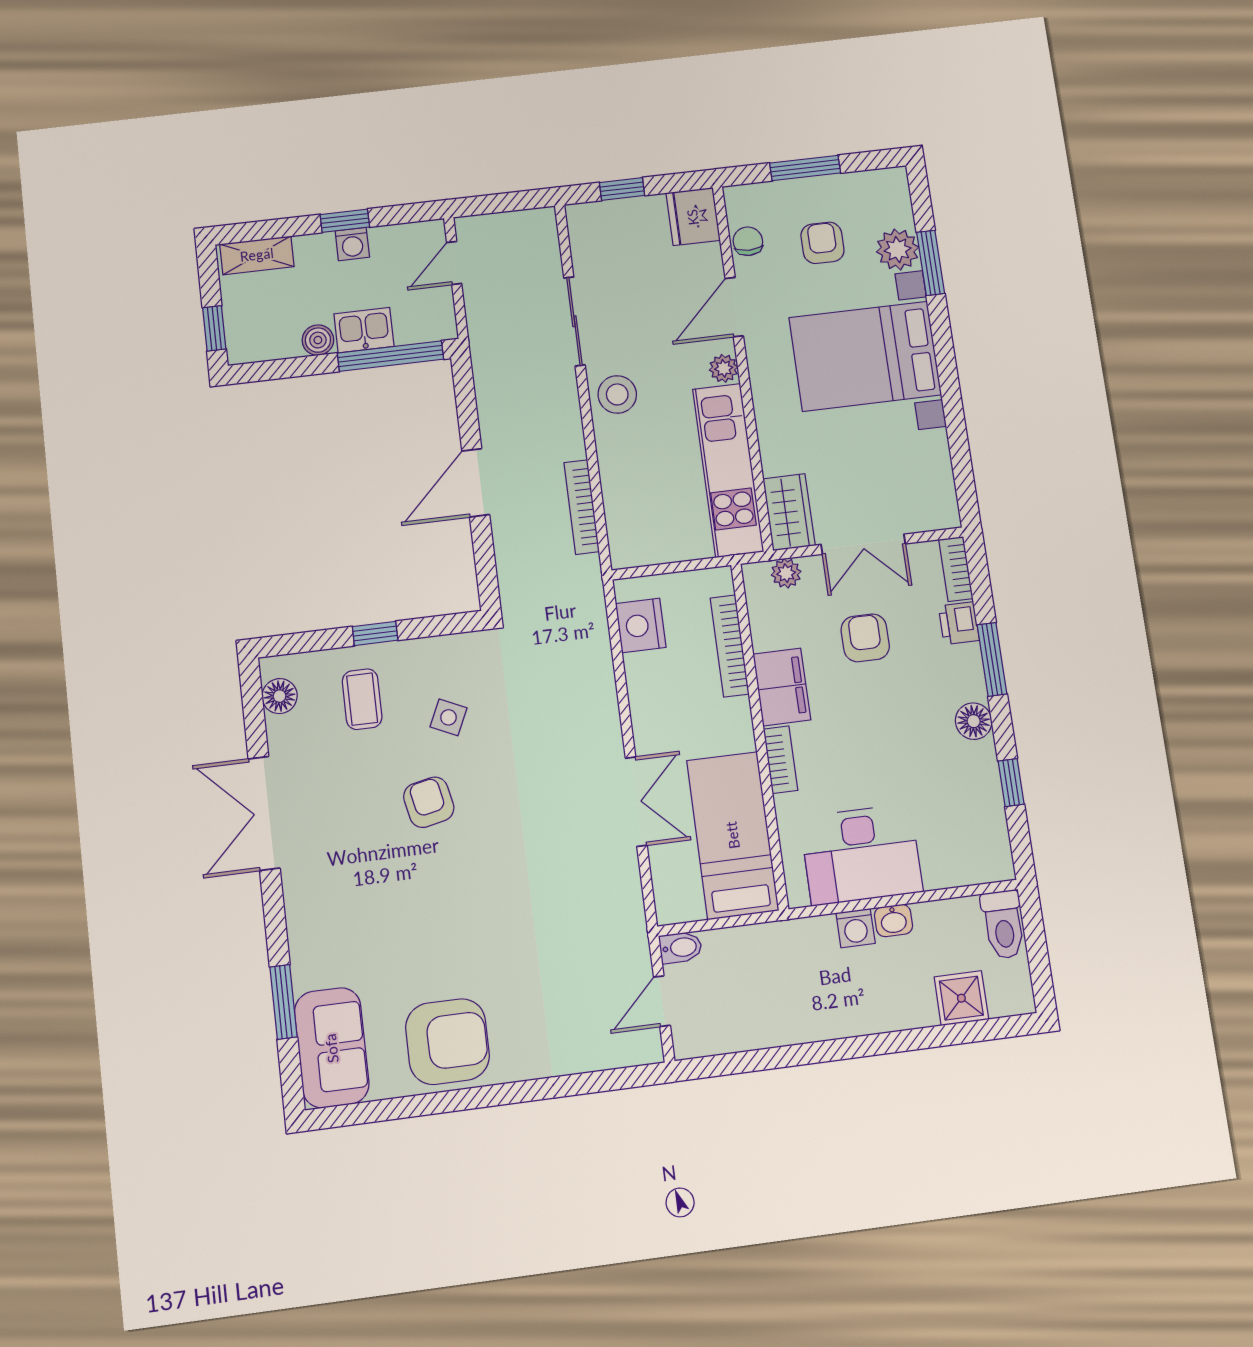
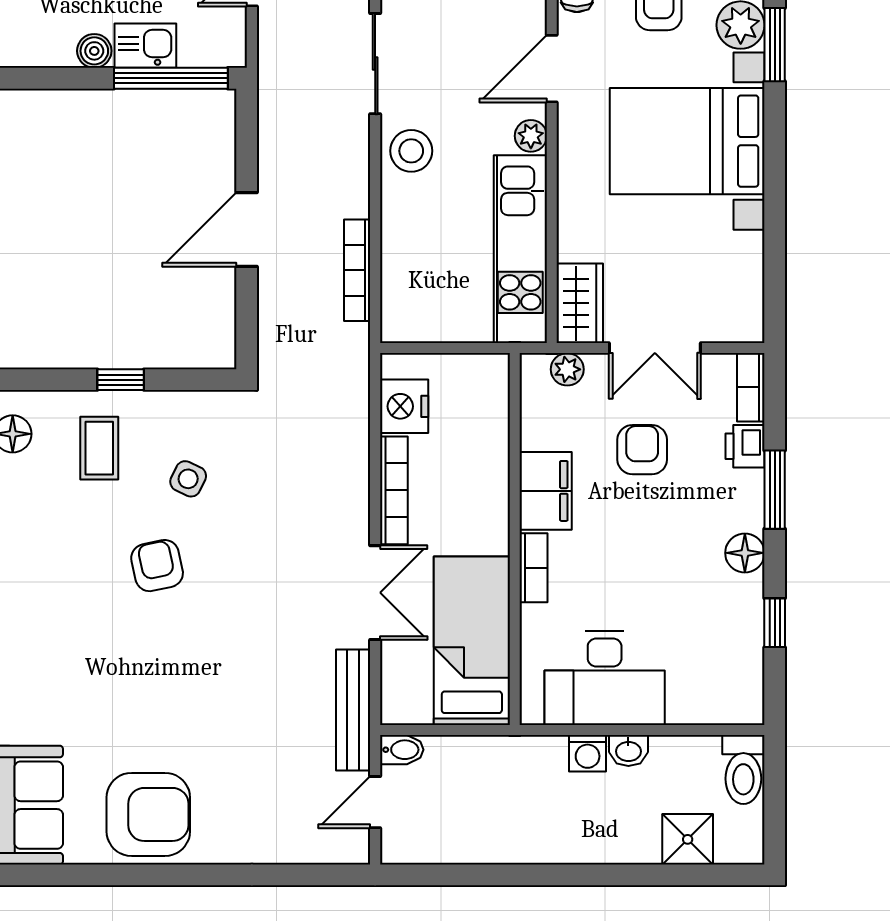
bookcase: (730, 646) -> (394, 490), moved, turned 180
bench: (630, 915) -> (353, 710), added

